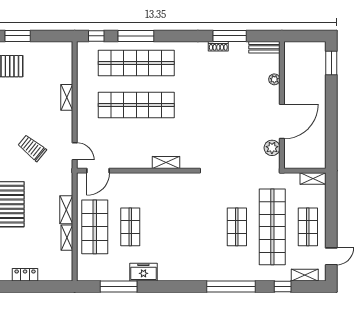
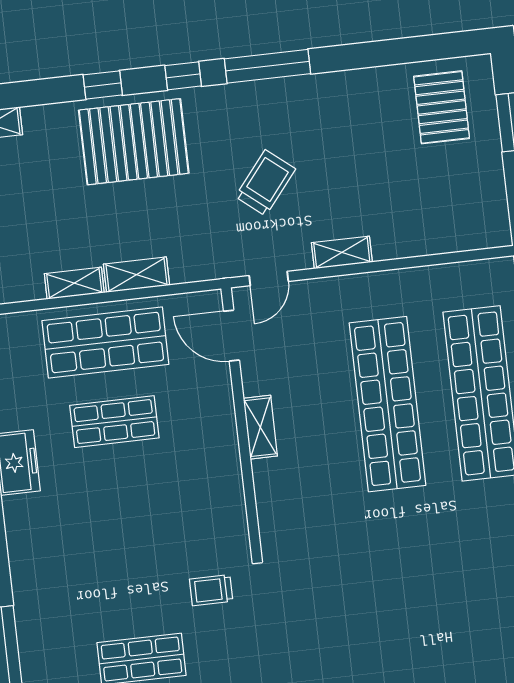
shelving: (67, 97) -> (342, 252), moved
shelving: (166, 163) -> (260, 427), moved
trolley: (210, 193) -> (211, 590), added

